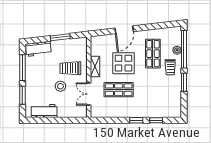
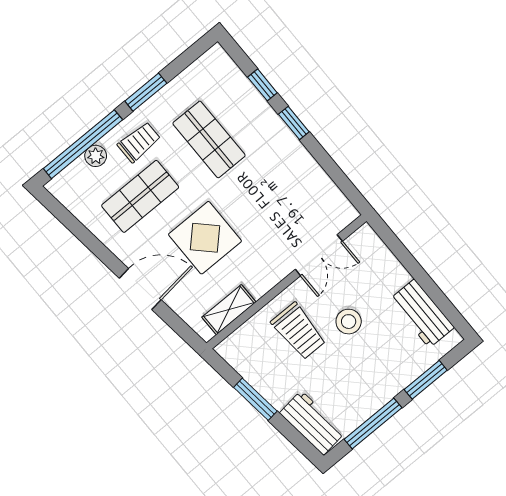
shelving: (95, 67) -> (229, 310), moved
shop shelf: (119, 90) -> (209, 139), moved

